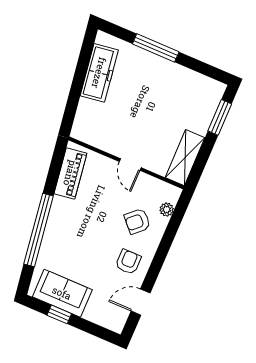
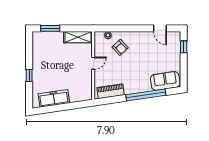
window: (156, 48) -> (29, 75), width x0.46
armchair: (128, 262) -> (142, 43), removed
sofa: (62, 293) -> (165, 81), moved, turned 82
window: (59, 314) -> (184, 47), moved

